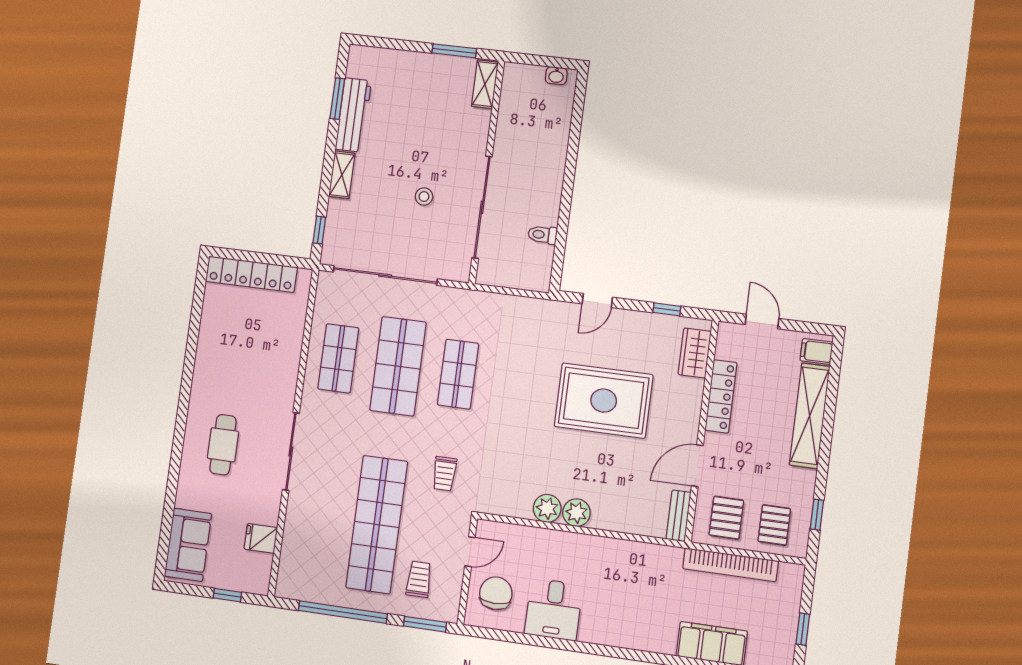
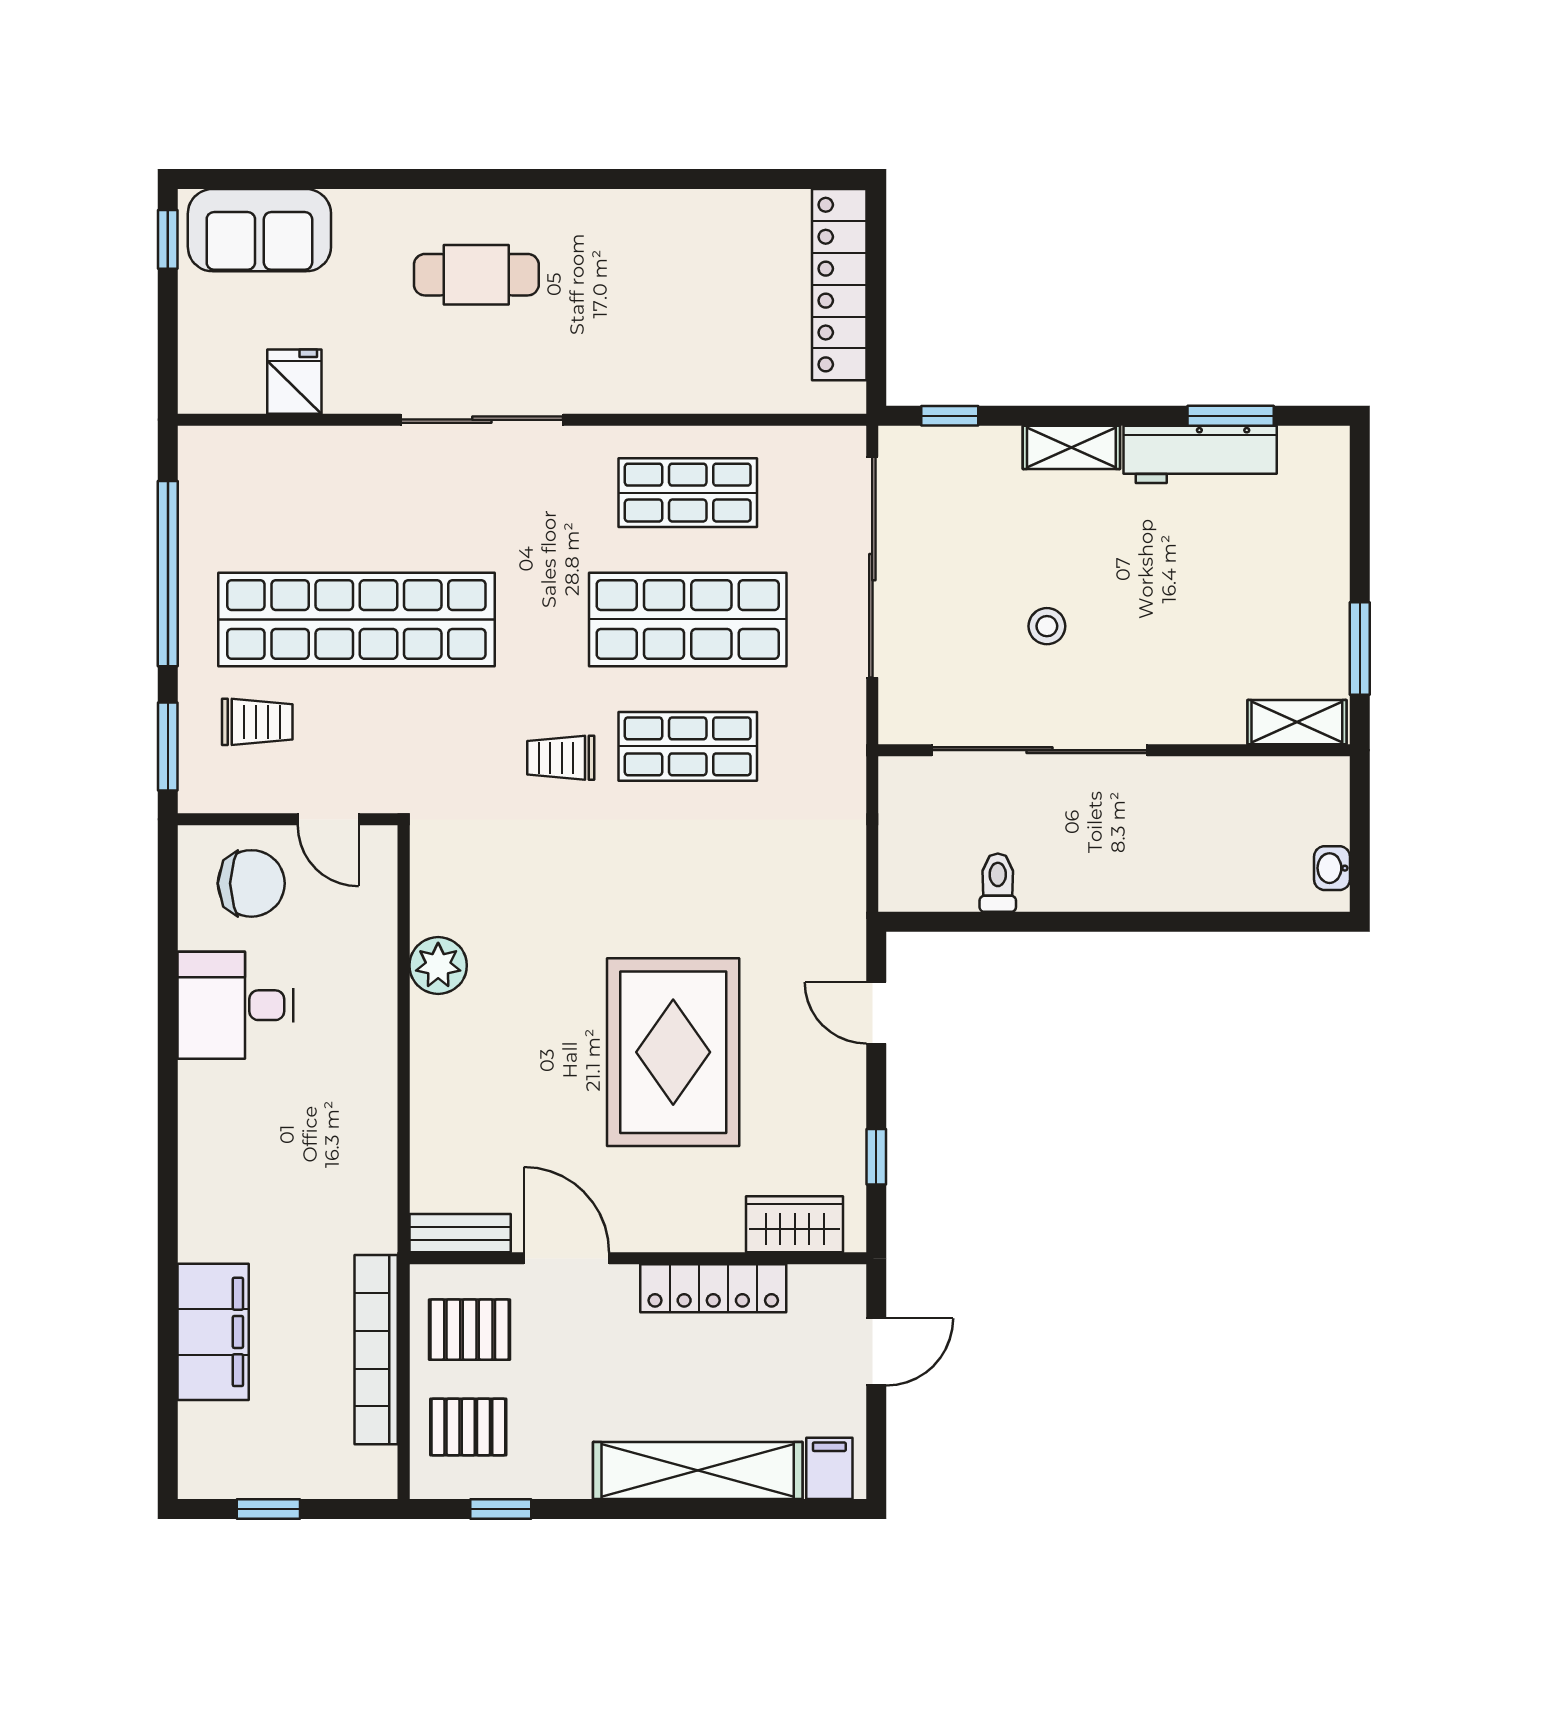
trolley: (444, 474) -> (561, 758), moved
plant: (576, 513) -> (438, 1026), removed
window: (227, 595) -> (168, 239), moved

